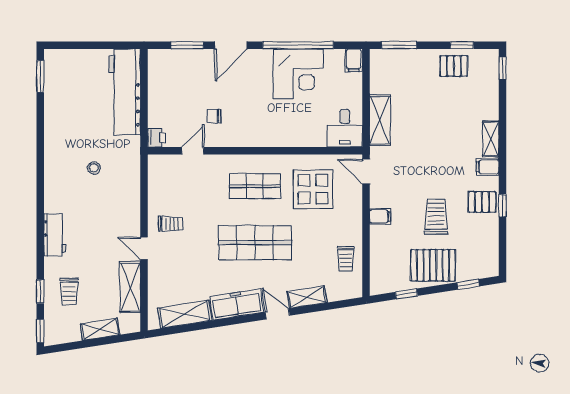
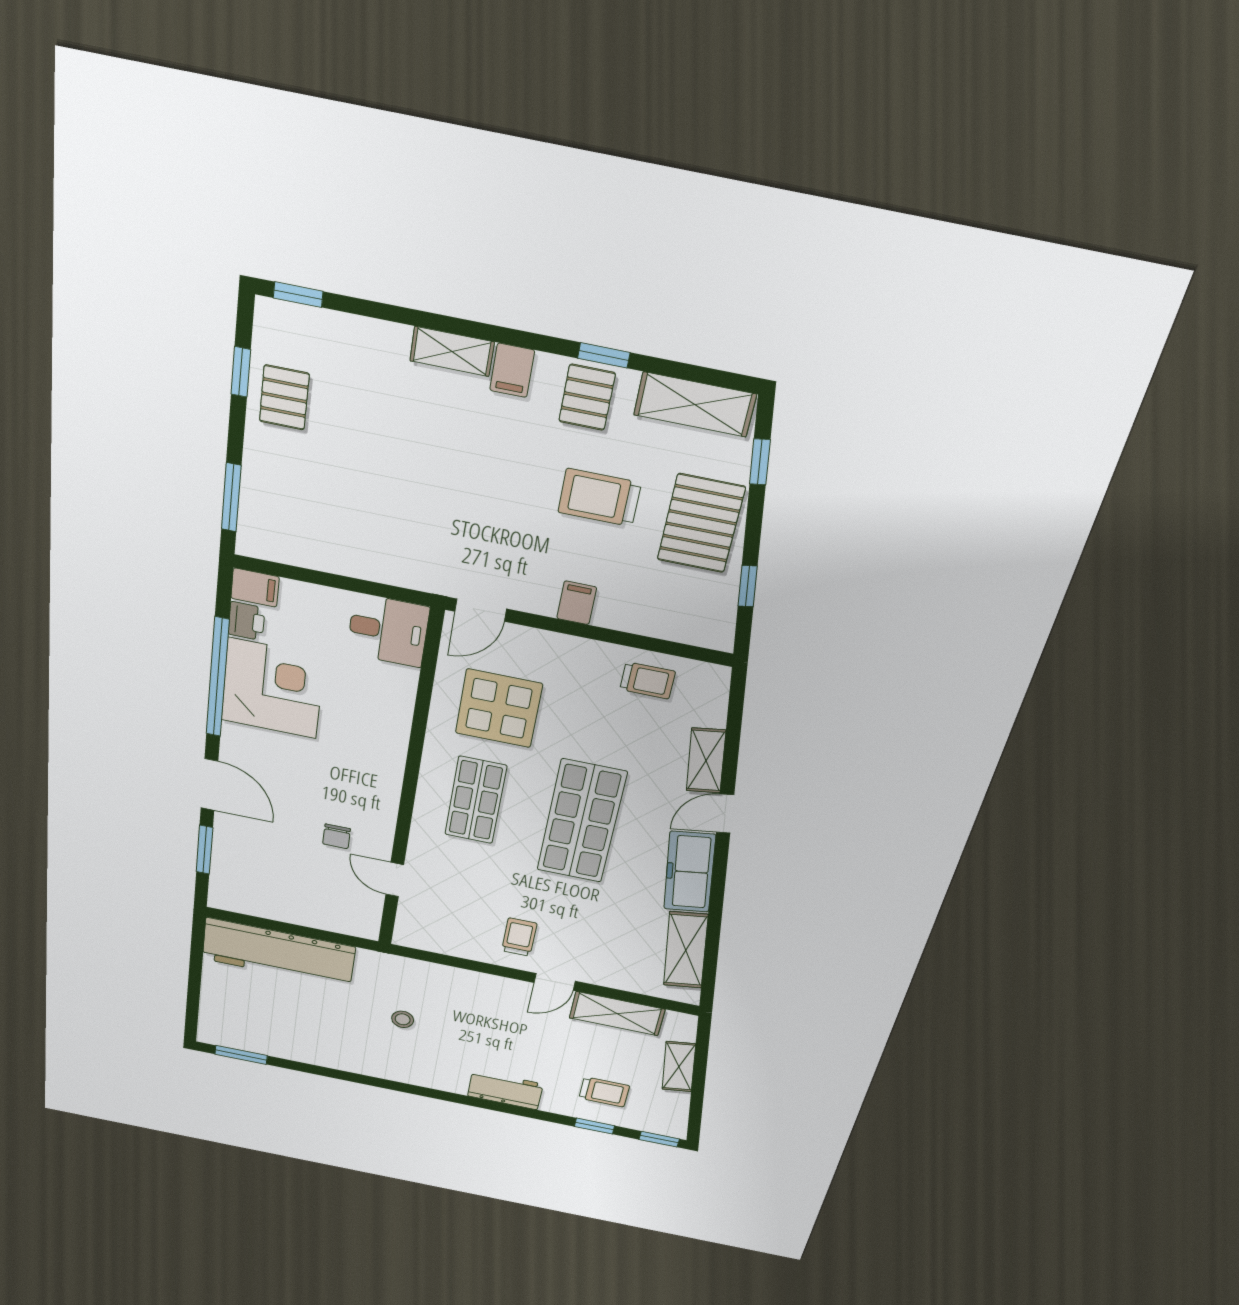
shelving: (380, 120) -> (695, 405), moved
printer: (156, 138) -> (246, 621), moved, turned 90

